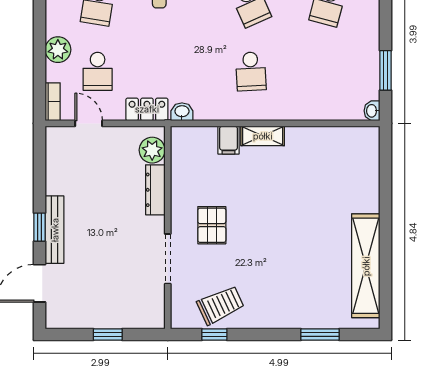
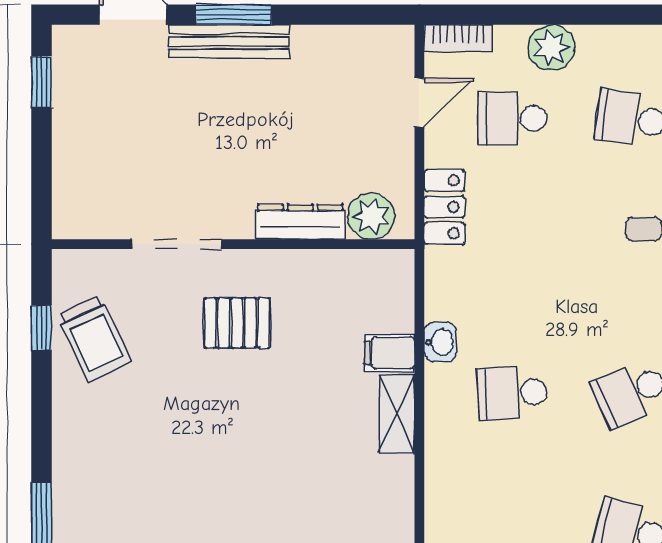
washbasin: (182, 112) -> (440, 342), moved
window: (39, 227) -> (234, 15), width x1.50
window: (108, 334) -> (41, 82), moved

